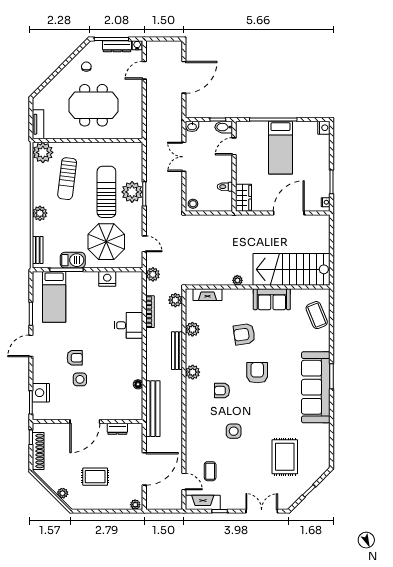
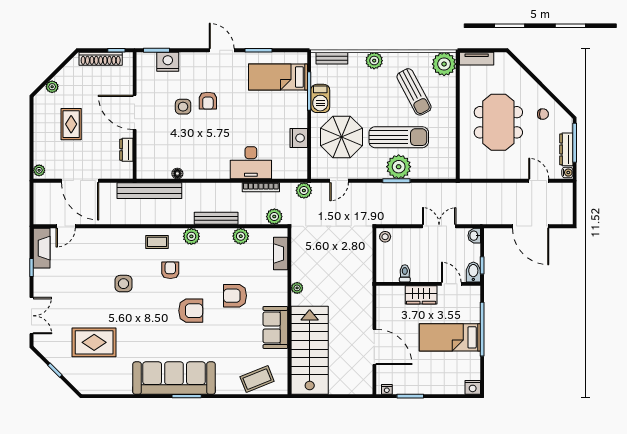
sun lounger: (67, 179) -> (414, 92), turned -125
wardrobe: (244, 198) -> (421, 295), moved
desk: (129, 325) -> (251, 163), width x1.37
armchair: (244, 334) -> (235, 296), turned -82
coffee table: (210, 471) -> (157, 242), moved

